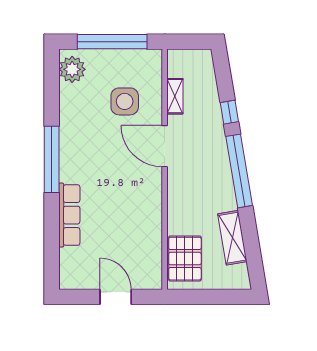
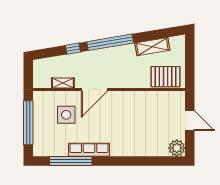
plant: (72, 69) -> (177, 148), moved
window: (52, 159) -> (71, 161), moved
row of seats: (69, 215) -> (89, 150), moved
door: (116, 297) -> (190, 121), swing flipped

